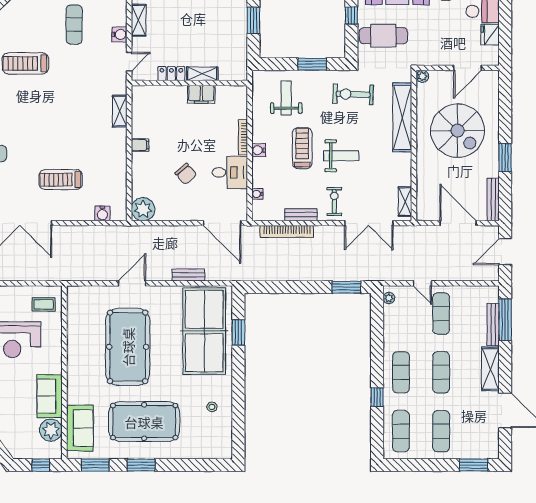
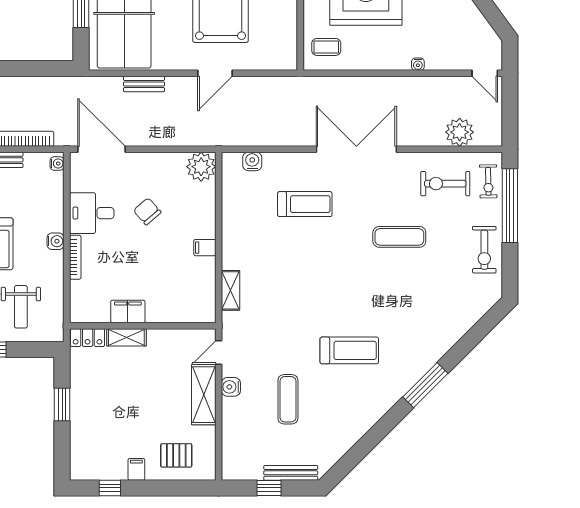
shelving: (139, 20) -> (204, 395), width x1.50, depth x1.33
locker: (171, 74) -> (88, 338), moved
water cooler: (257, 194) -> (57, 163), moved

